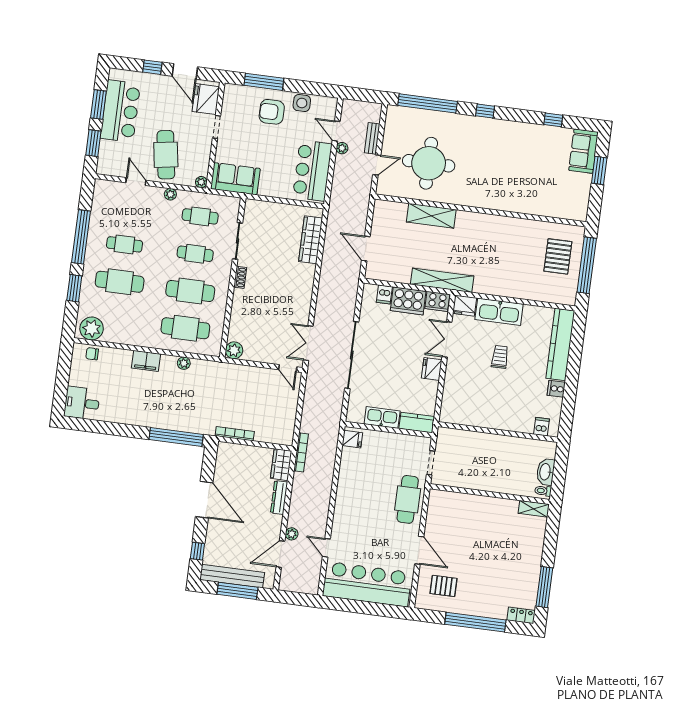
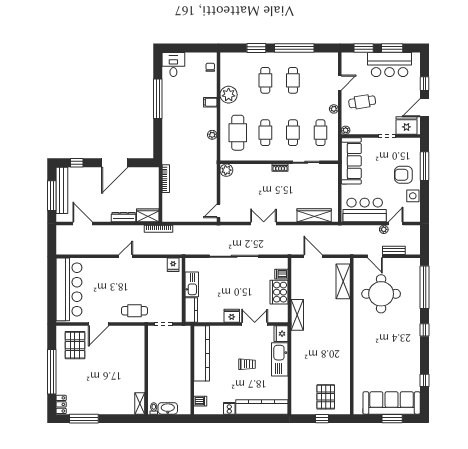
armchair: (272, 112) -> (403, 175), turned -90
sofa: (583, 151) -> (392, 403), width x1.85, depth x1.27
cafe table: (166, 155) -> (362, 102), width x0.73, depth x0.74
sofa: (235, 179) -> (351, 161), width x1.36
shelving: (431, 216) -> (343, 281), moved
door: (366, 249) -> (313, 256), hinge flipped
pallet: (558, 256) -> (326, 397), turned 90
window: (587, 265) -> (322, 419), width x0.32
shelving: (442, 280) -> (297, 315), width x0.68
cafe table: (120, 282) -> (265, 80), width x0.73, depth x0.74
cafe table: (190, 291) -> (265, 133), width x0.73, depth x0.74
cooker: (437, 301) -> (281, 313), removed
plant: (92, 328) -> (229, 95), moved
double door: (308, 343) -> (264, 223), moved
filing cabinet: (146, 361) -> (210, 102), width x0.50
kitchen counter: (477, 416) -> (202, 353), added
window: (176, 437) -> (158, 99), moved
cafe table: (408, 499) -> (135, 311), width x0.73, depth x0.74
plant: (292, 534) -> (98, 230), removed
door: (326, 548) -> (126, 256), moved
pallet: (443, 586) -> (75, 345), width x1.50, depth x1.42

